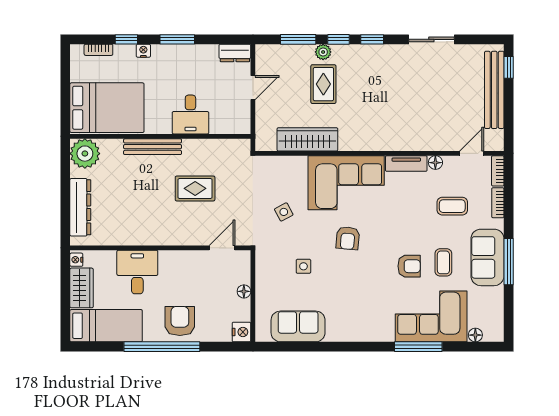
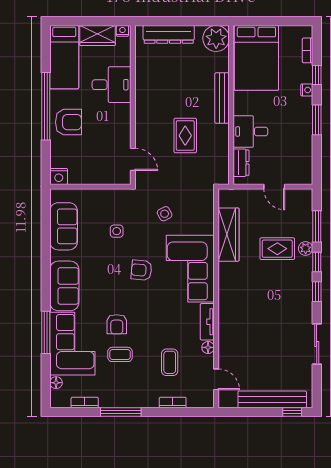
dresser: (235, 53) -> (241, 163), moved, turned 180
bookcase: (498, 171) -> (85, 402), moved
sofa: (487, 257) -> (64, 286), moved, turned 90
floor lamp: (244, 291) -> (94, 179), removed

